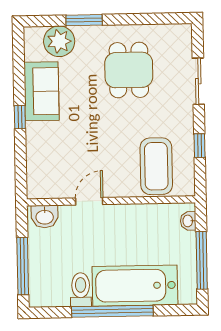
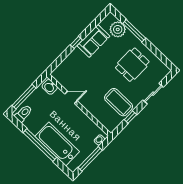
window: (84, 20) -> (134, 31), width x1.44
coffee table: (156, 166) -> (119, 102), moved, turned 90
toilet: (81, 290) -> (23, 113), moved

